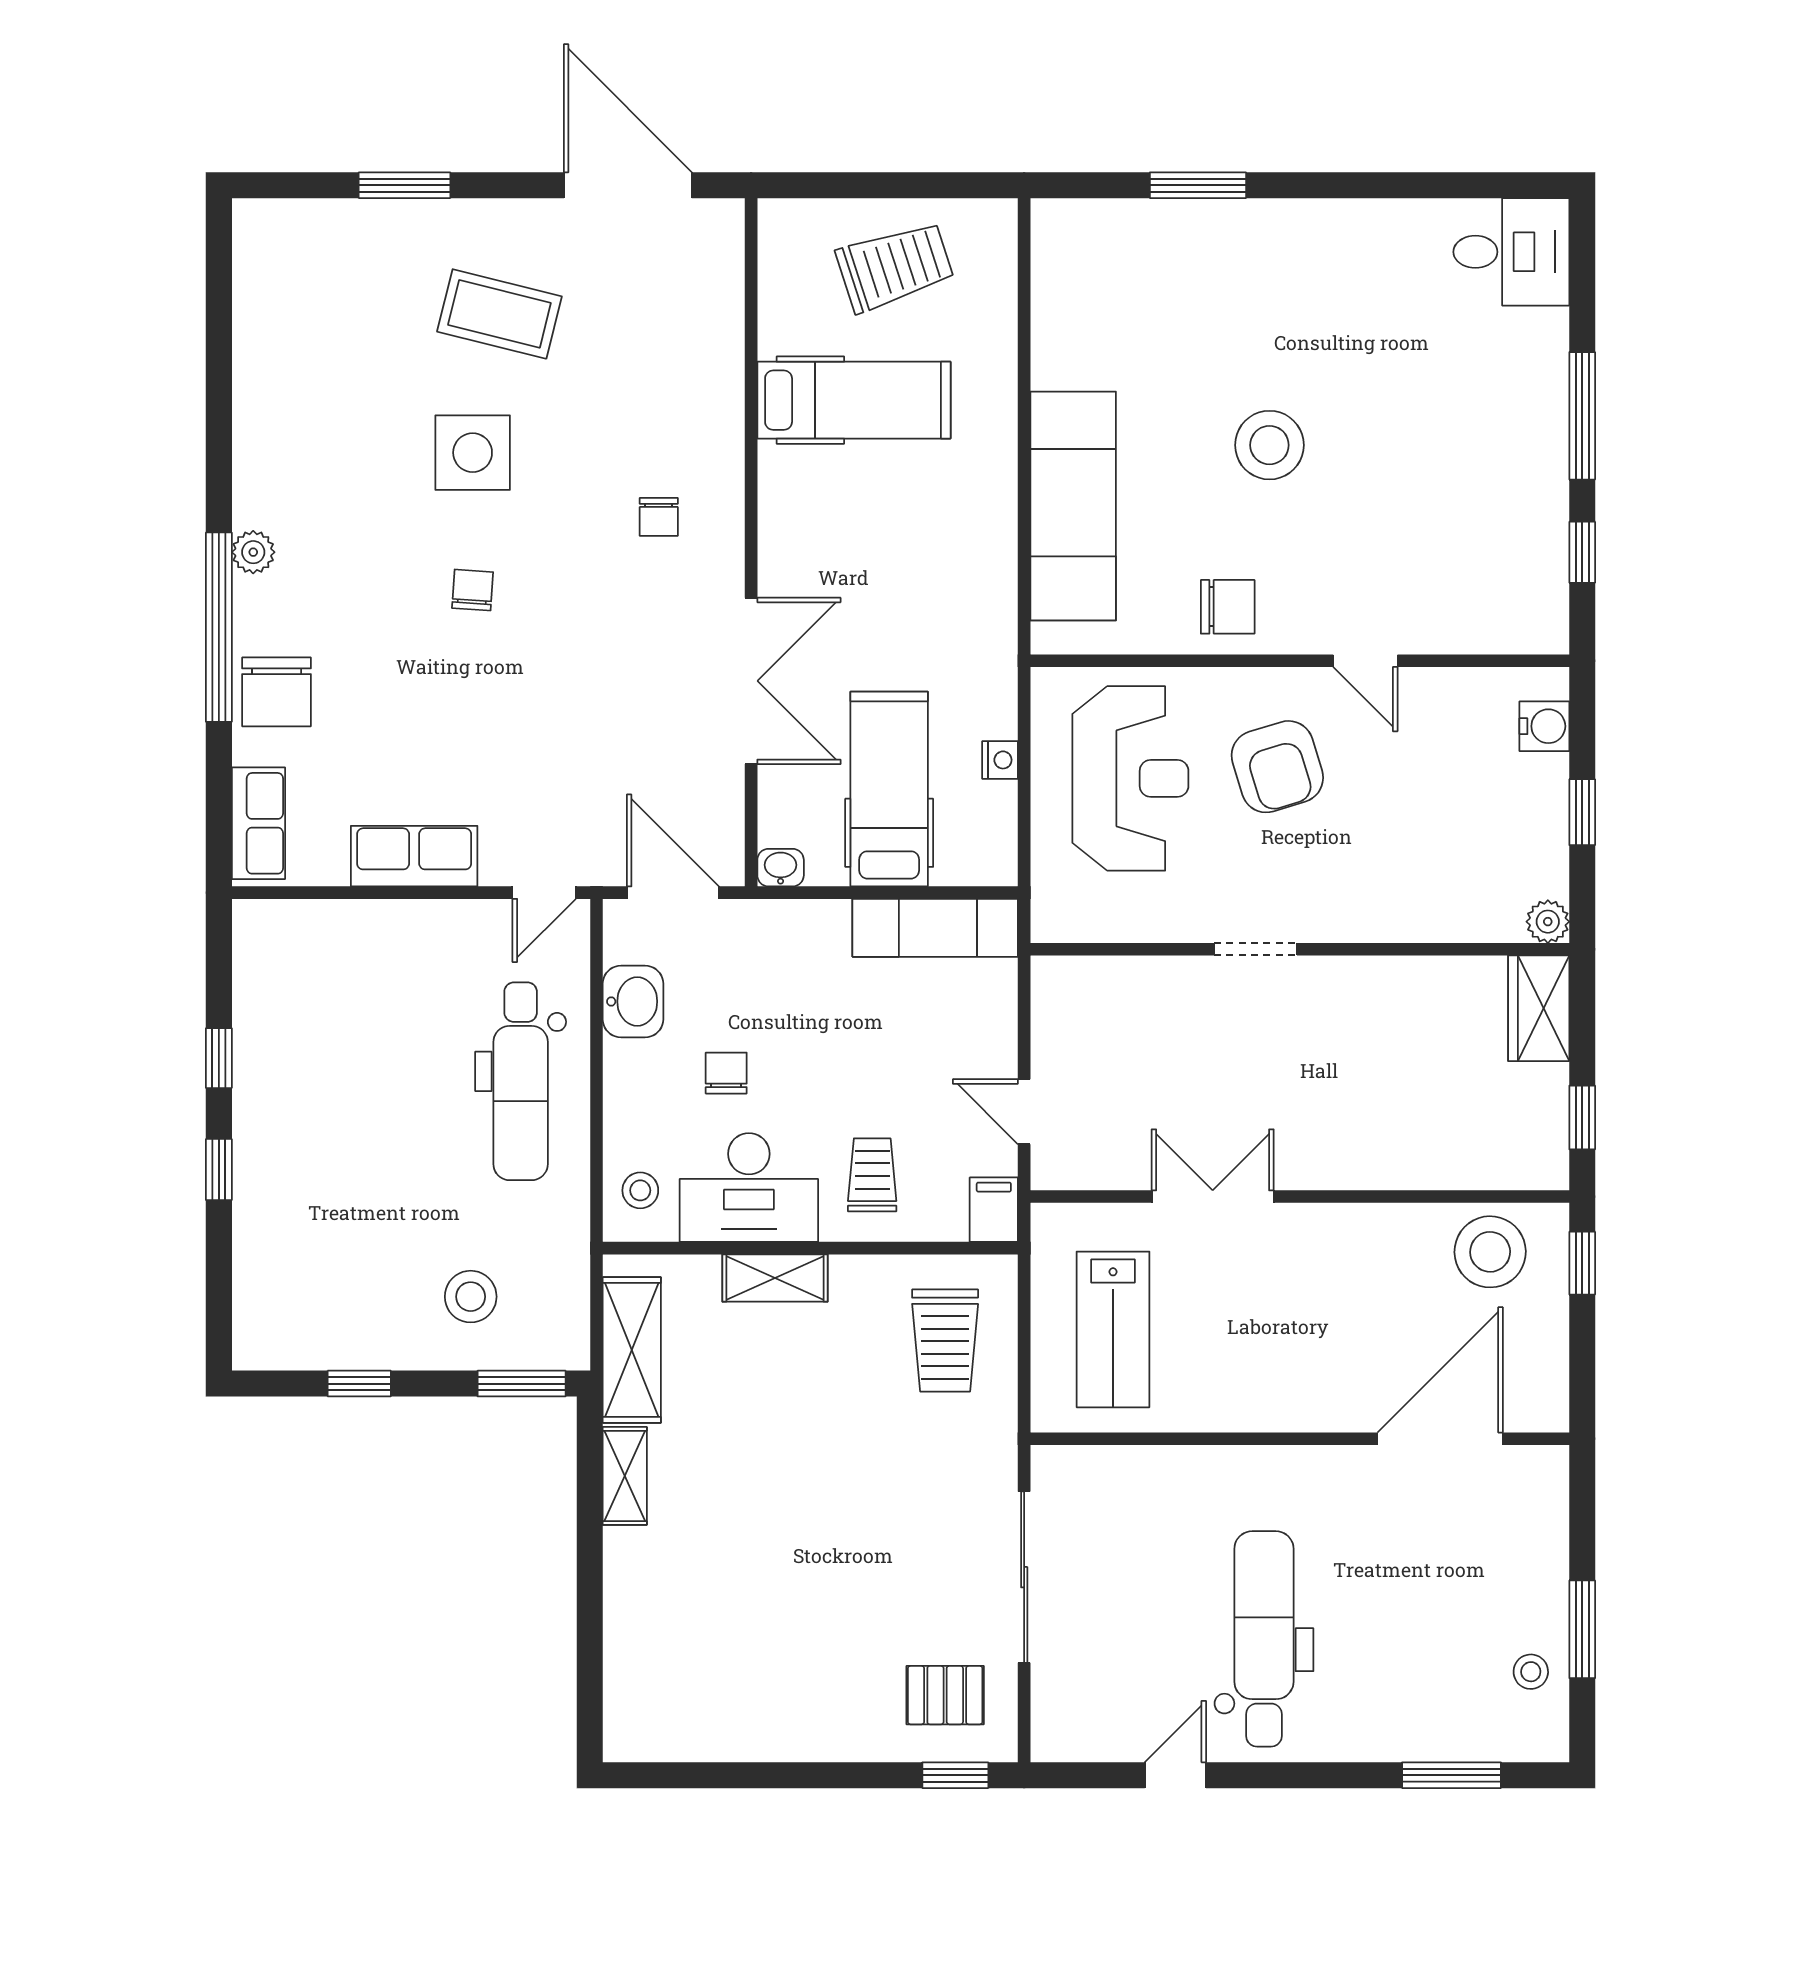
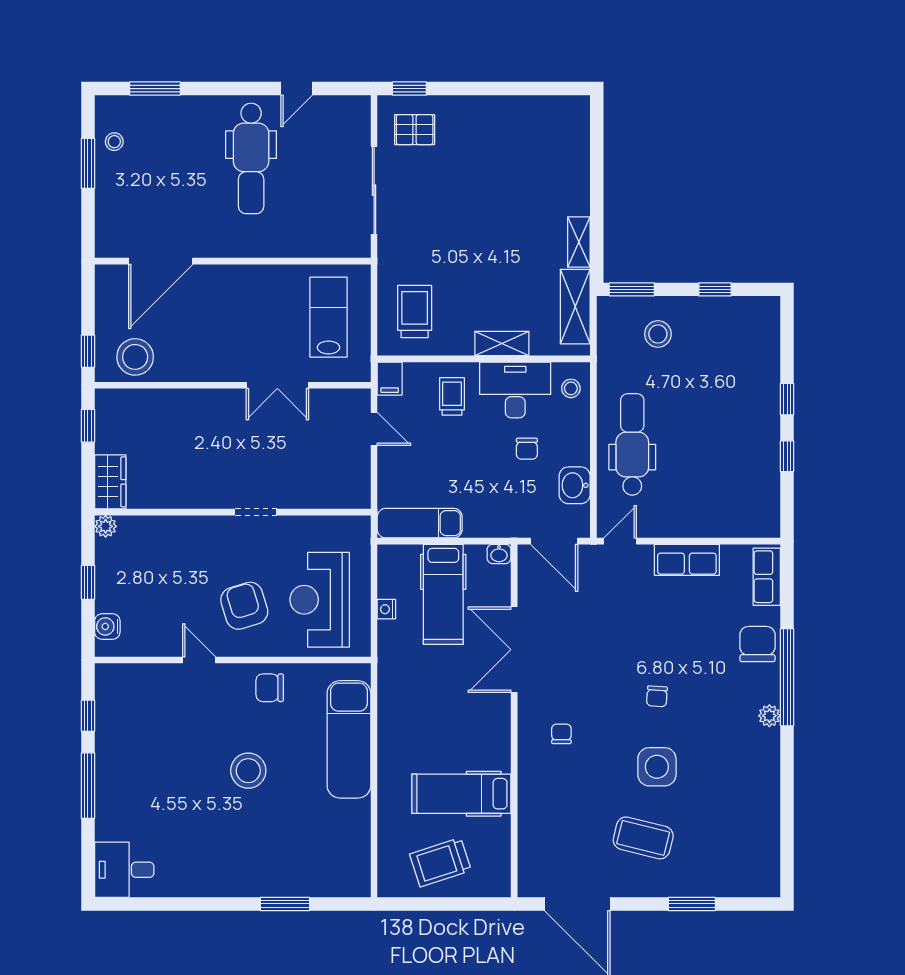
trolley: (872, 1175) -> (452, 396), turned 180

